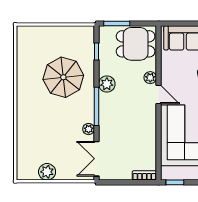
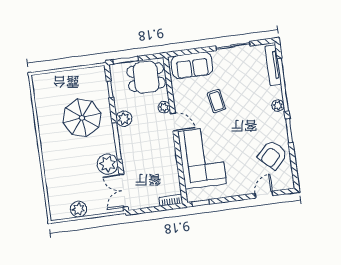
plant: (89, 129) -> (108, 164), width x1.88, depth x1.88

